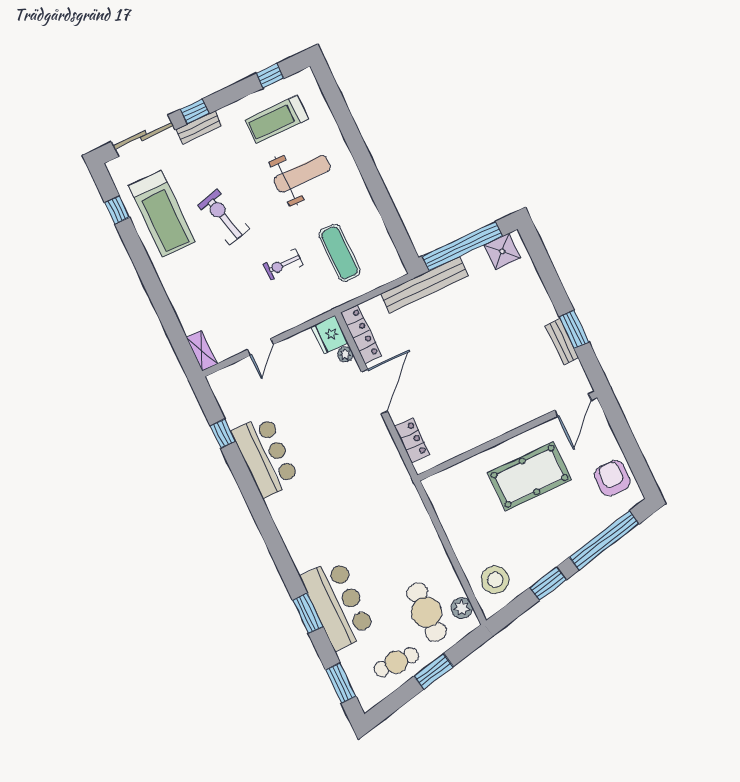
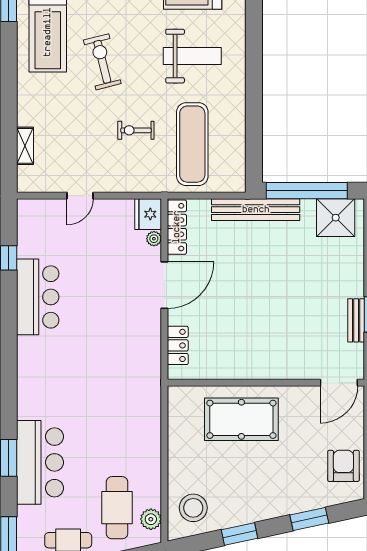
shower: (502, 251) -> (336, 218), width x1.36, depth x1.36
exercise mat: (340, 253) -> (192, 144), width x1.36, depth x1.45
shelving: (202, 351) -> (25, 146), moved
pool table: (530, 476) -> (241, 419), moved
window: (604, 540) -> (309, 519), width x0.47

